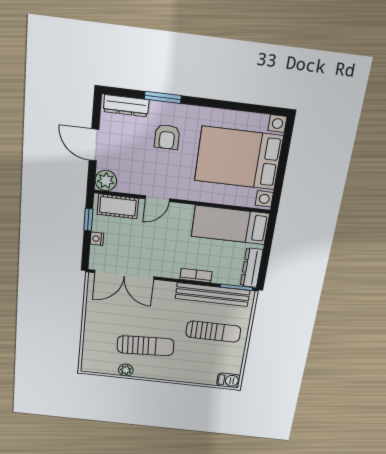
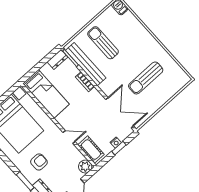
window: (88, 220) -> (119, 148), moved
dresser: (252, 268) -> (57, 59), width x0.70
sun lounger: (145, 346) -> (146, 78), moved, turned -87
plant: (126, 370) -> (168, 60), removed

